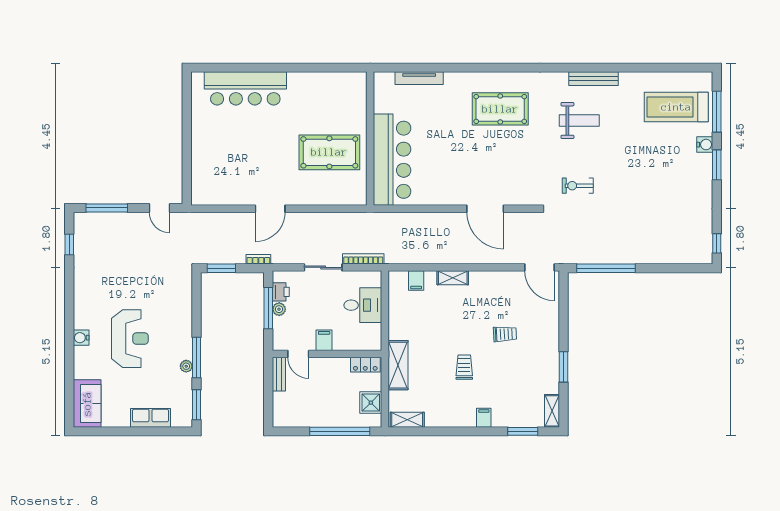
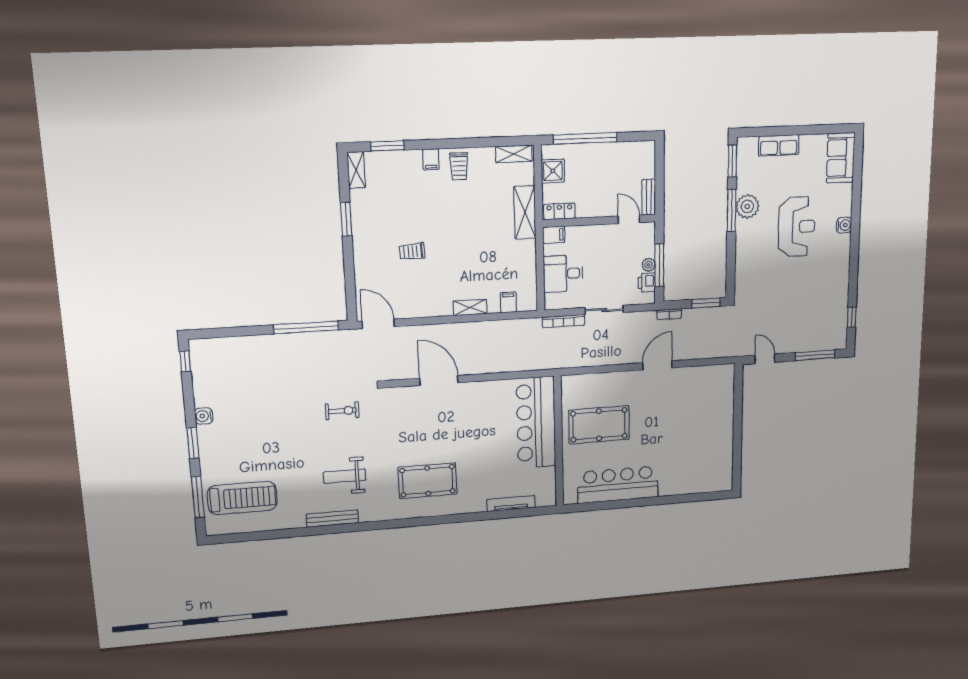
bar counter: (245, 88) -> (618, 485), moved
water cooler: (705, 145) -> (204, 416), moved
reception desk: (130, 339) -> (797, 227), turned 180
filing cabinet: (324, 340) -> (554, 235), moved, turned -90
plant: (186, 366) -> (747, 206), width x1.87, depth x1.87
trolley: (464, 367) -> (459, 166), moved

